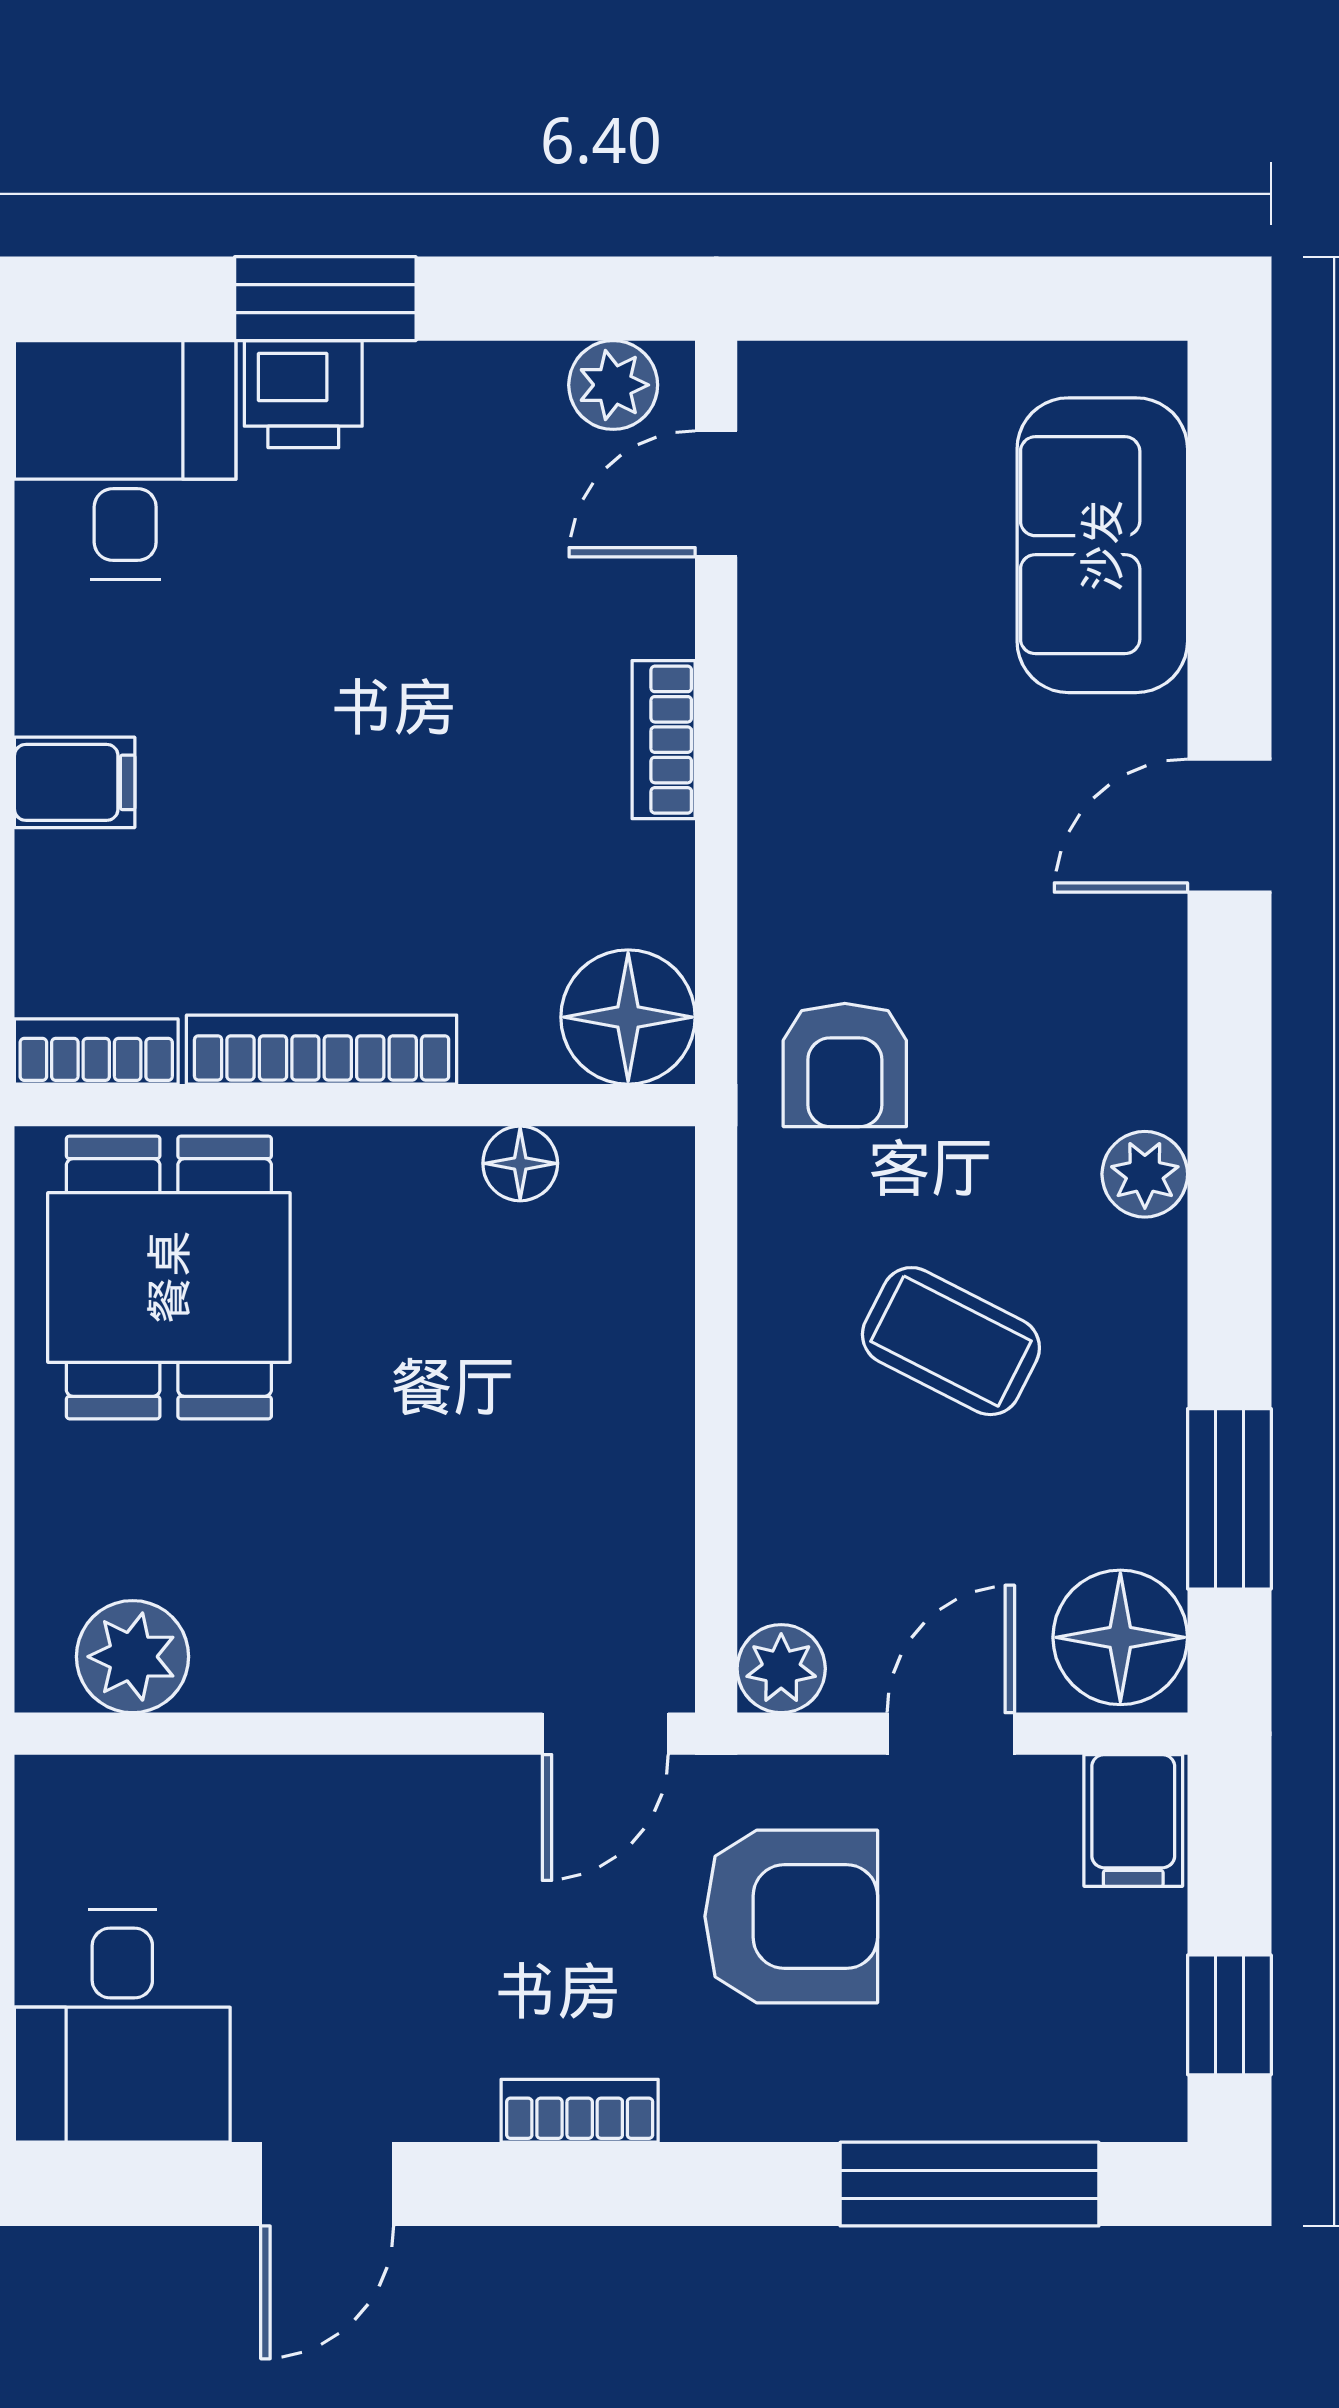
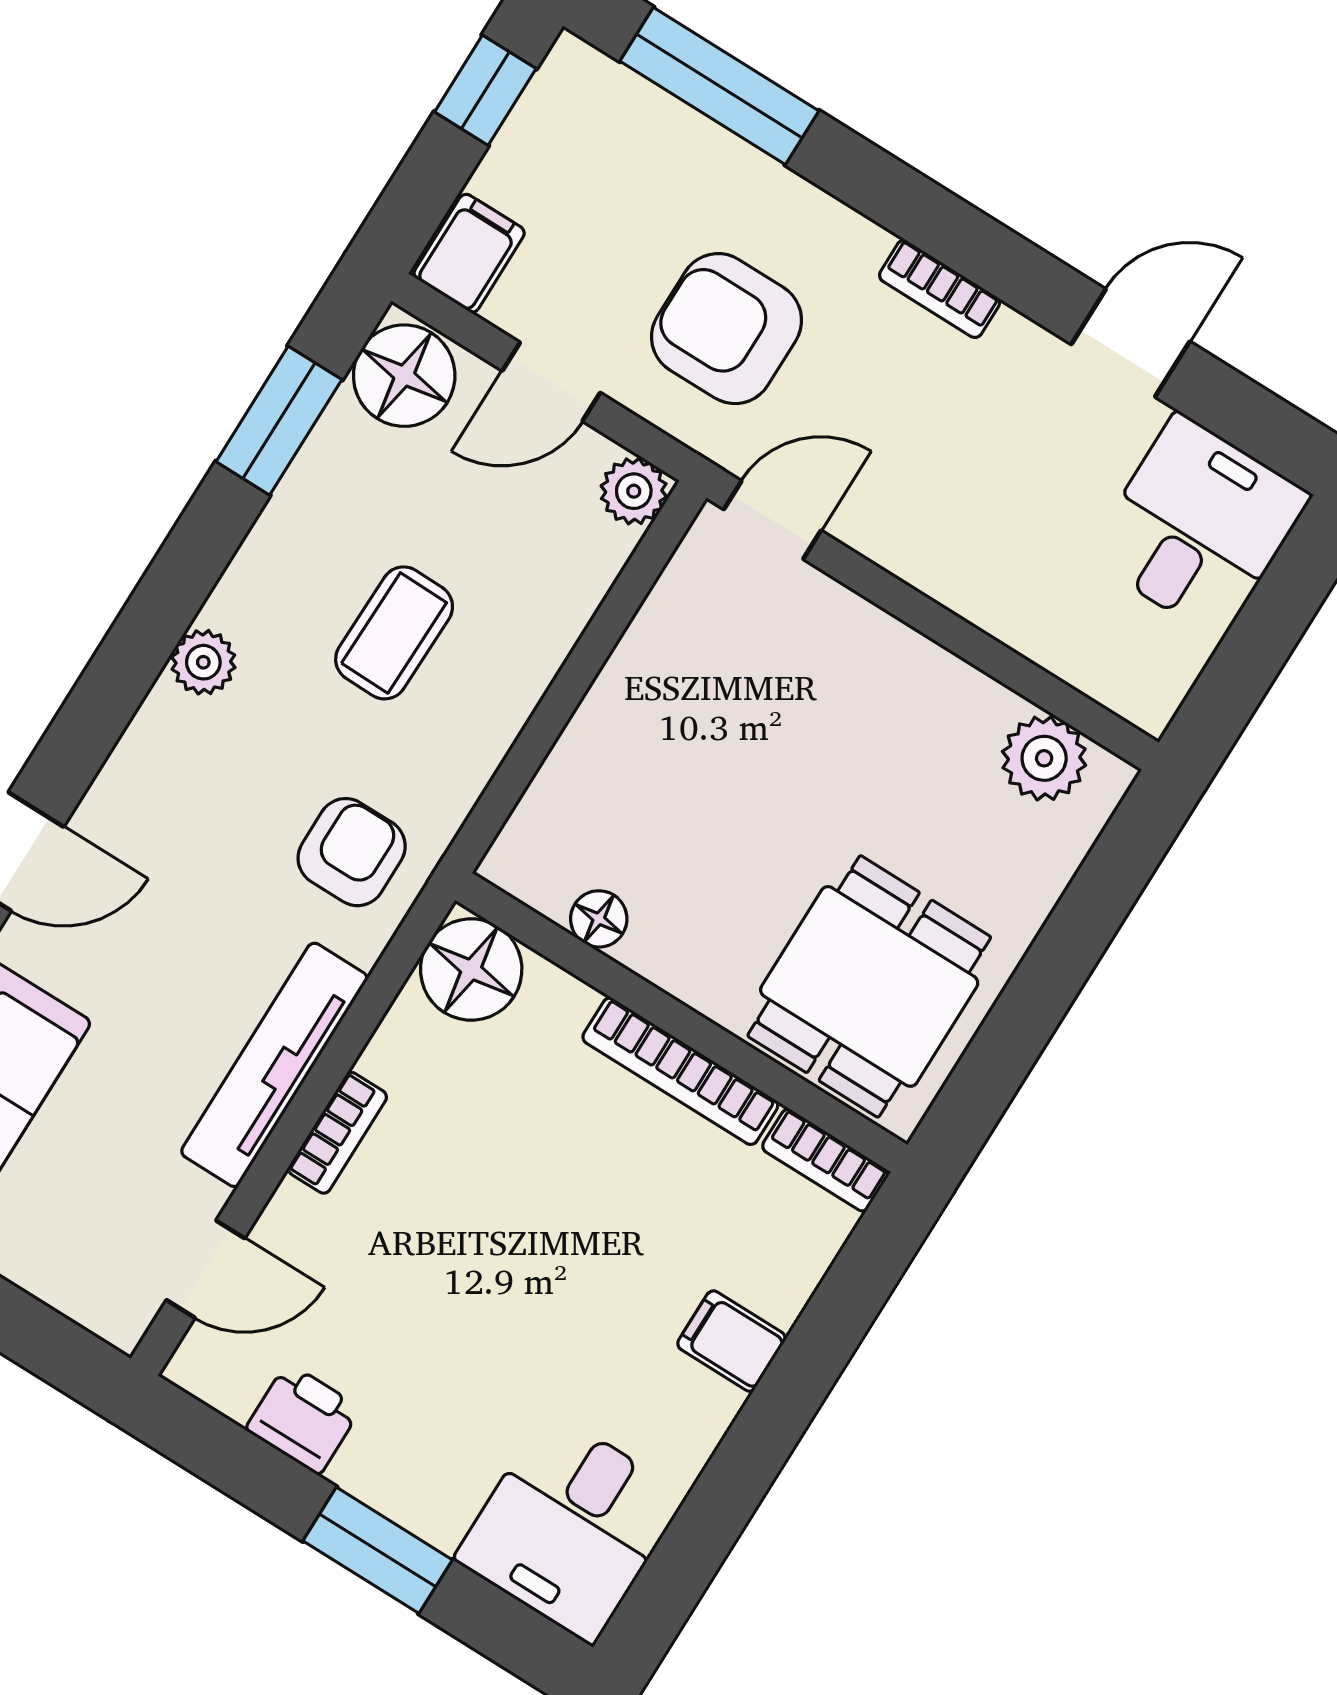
plant: (613, 385) -> (228, 1380), removed
printer: (303, 394) -> (303, 1419), moved
tv unit: (782, 772) -> (274, 1065), added
coffee table: (951, 1341) -> (394, 633), turned 64

